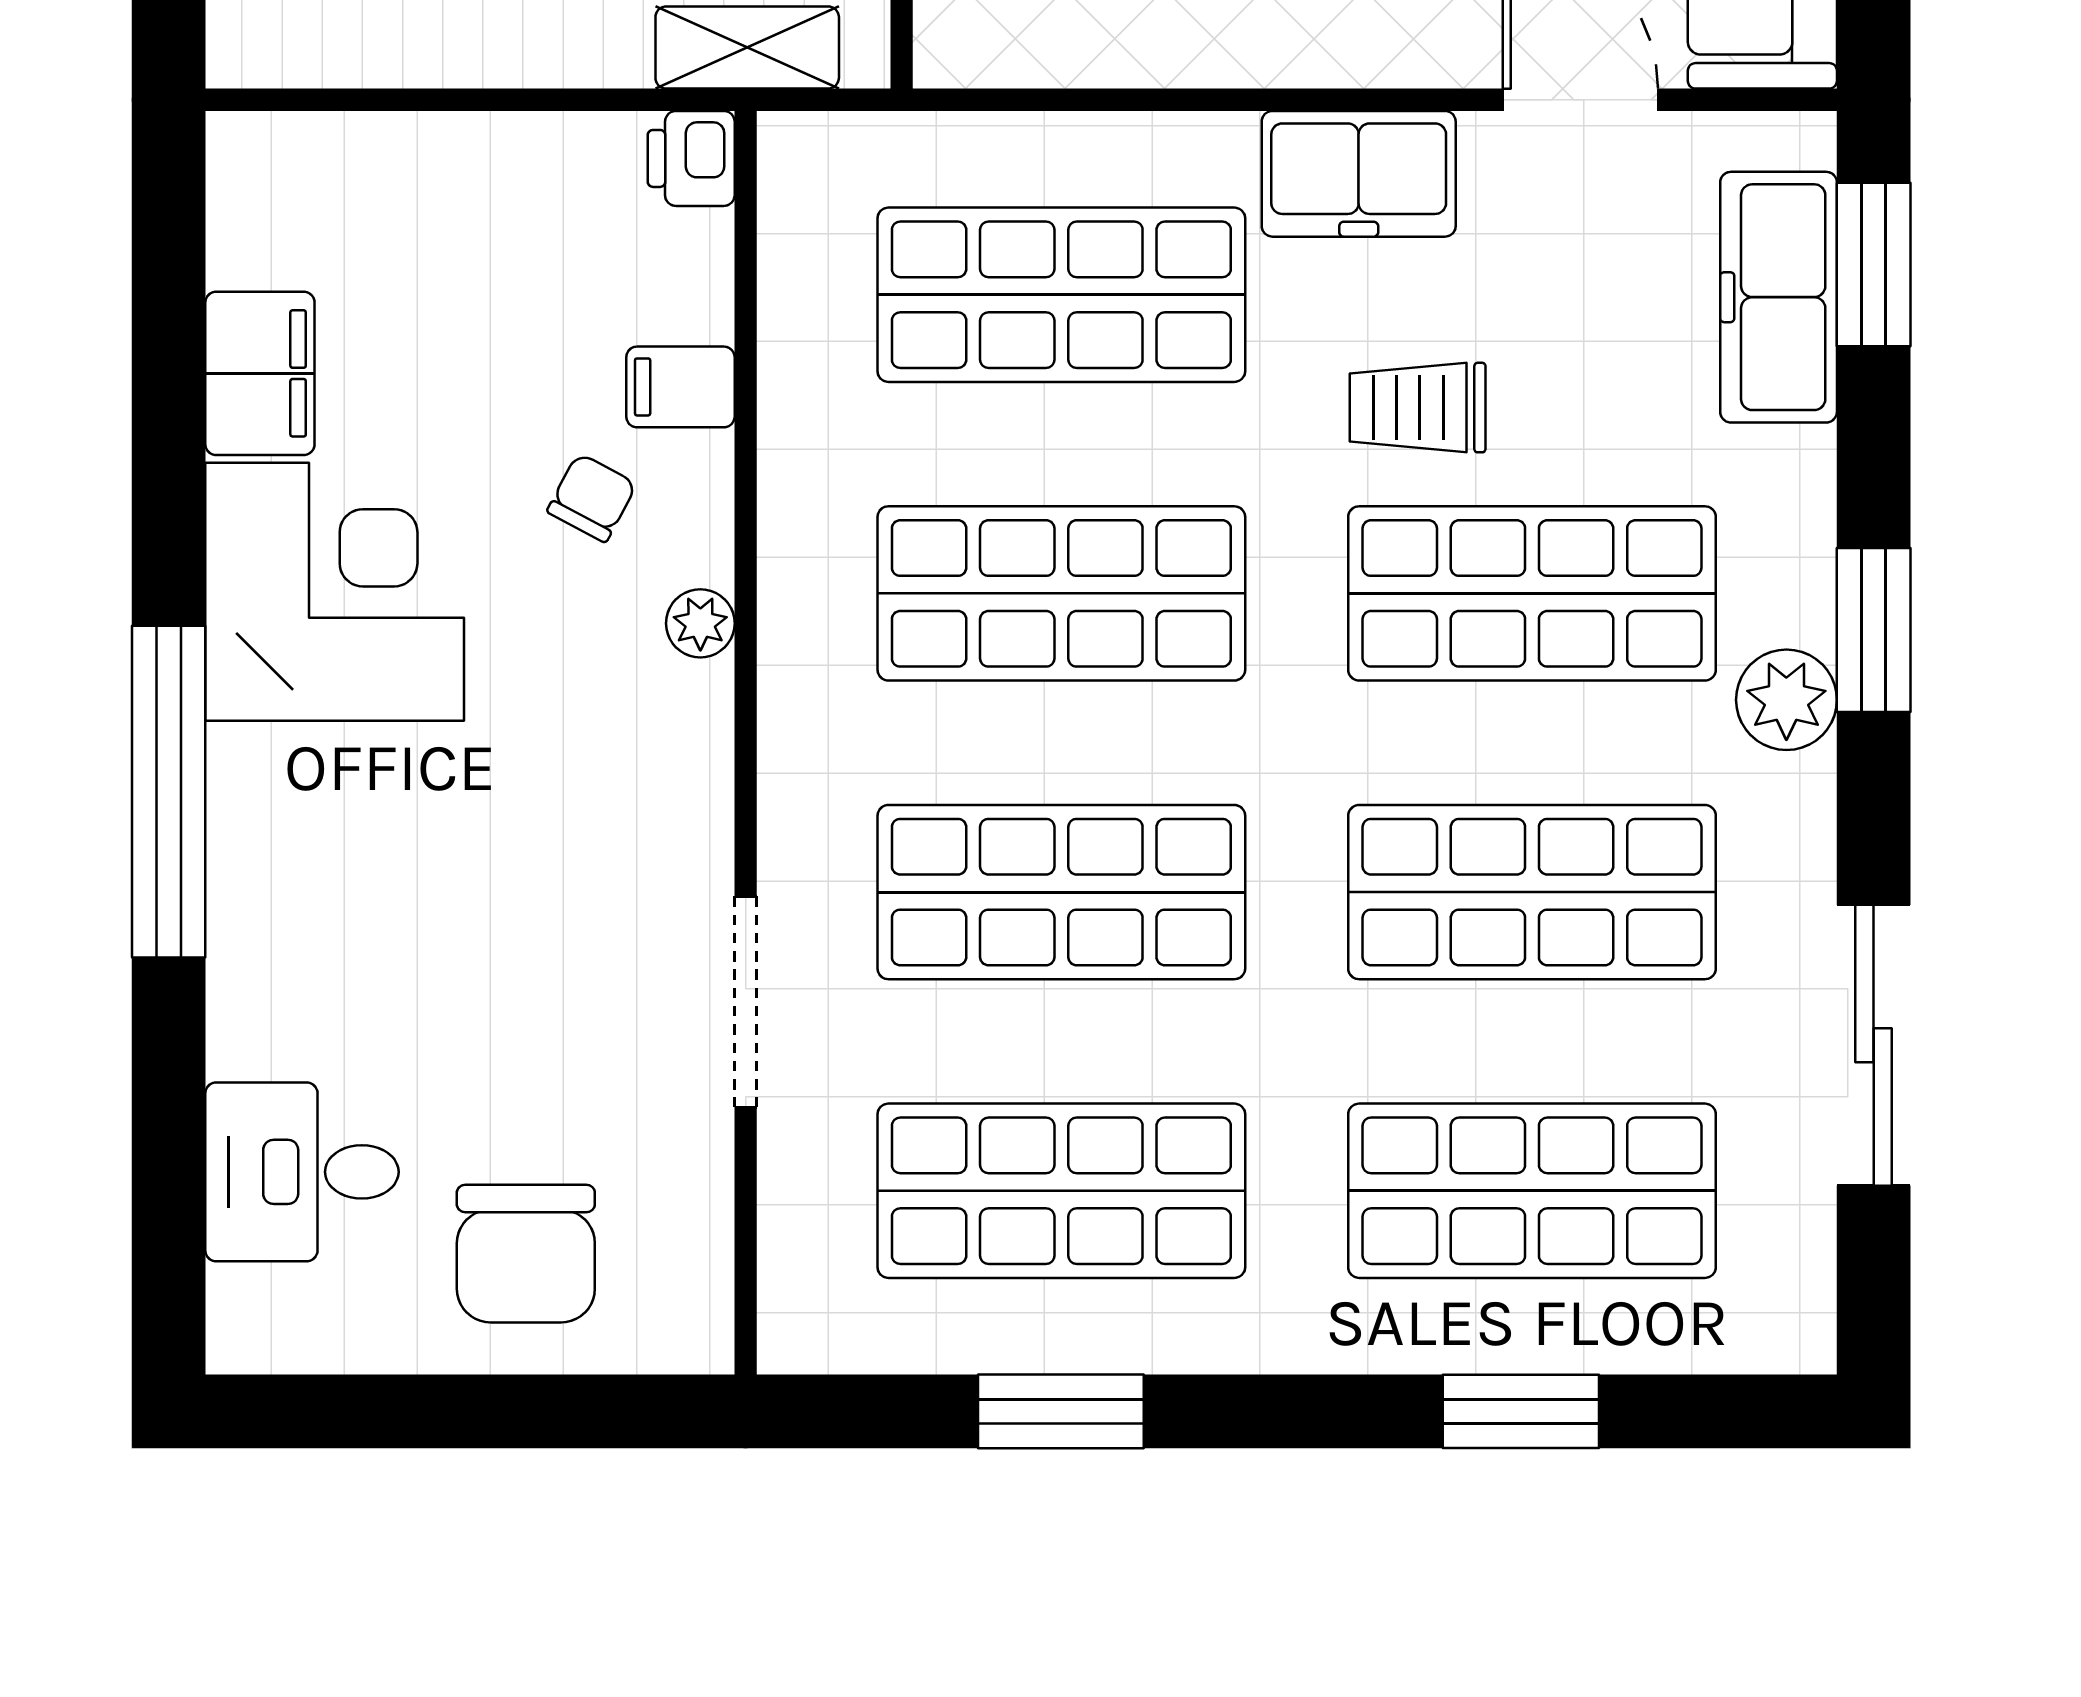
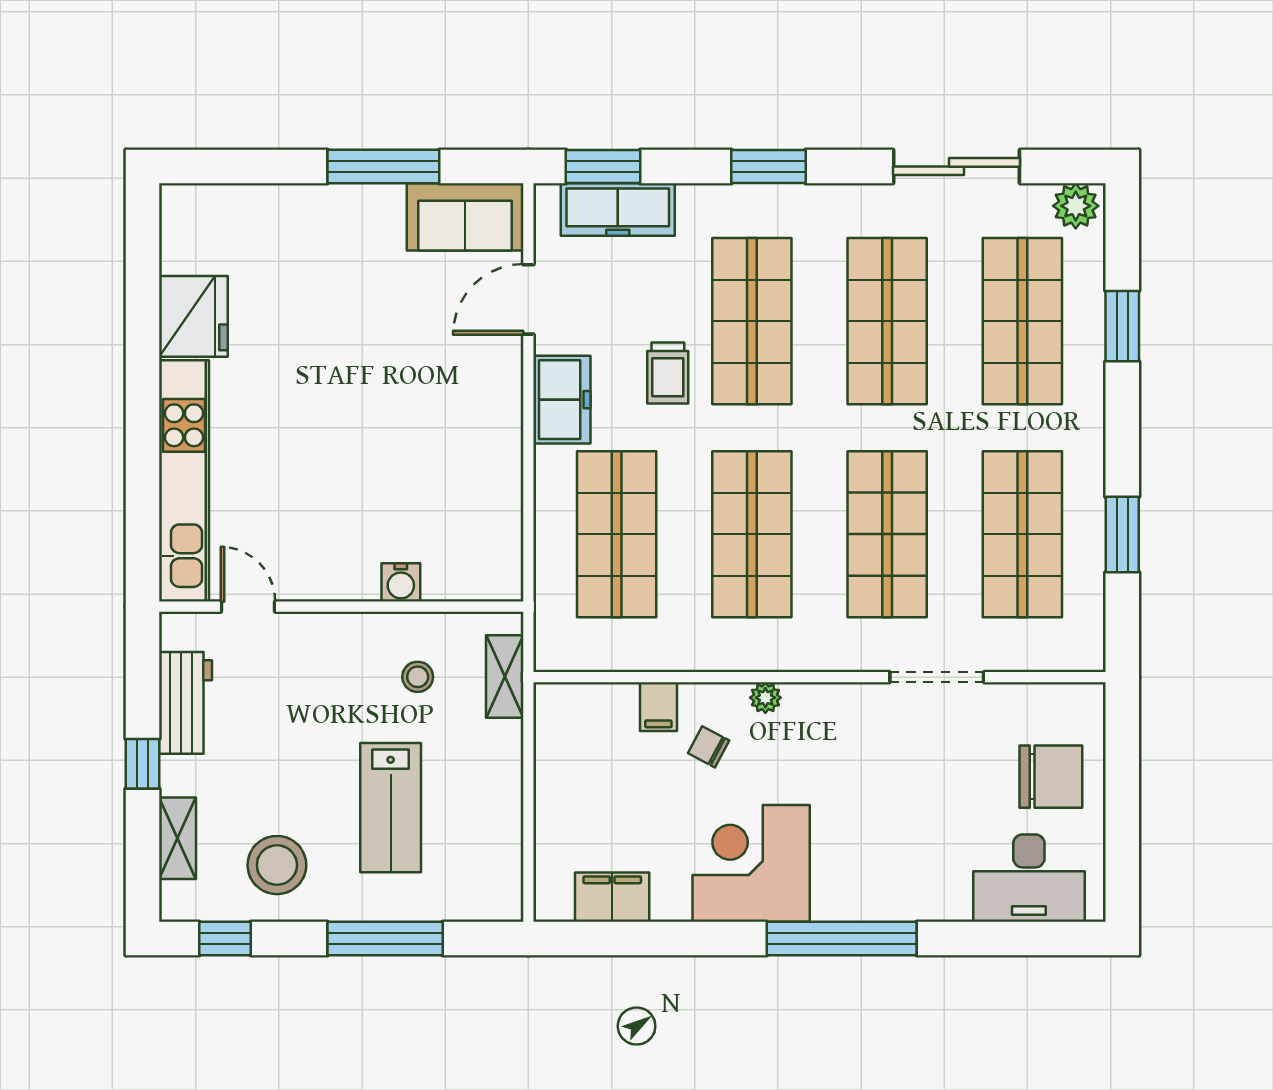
printer: (691, 158) -> (555, 702), removed
filing cabinet: (260, 373) -> (612, 897), moved
plant: (1786, 700) -> (1076, 206), moved
desk: (302, 1172) -> (1029, 878), width x1.37

